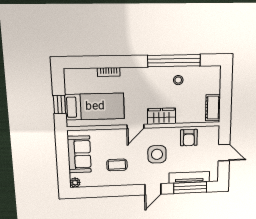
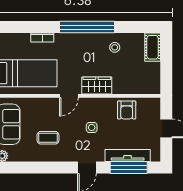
window: (174, 61) -> (87, 27), moved
cot: (213, 108) -> (153, 47), moved
side table: (157, 154) -> (92, 128), width x0.54, depth x0.54

